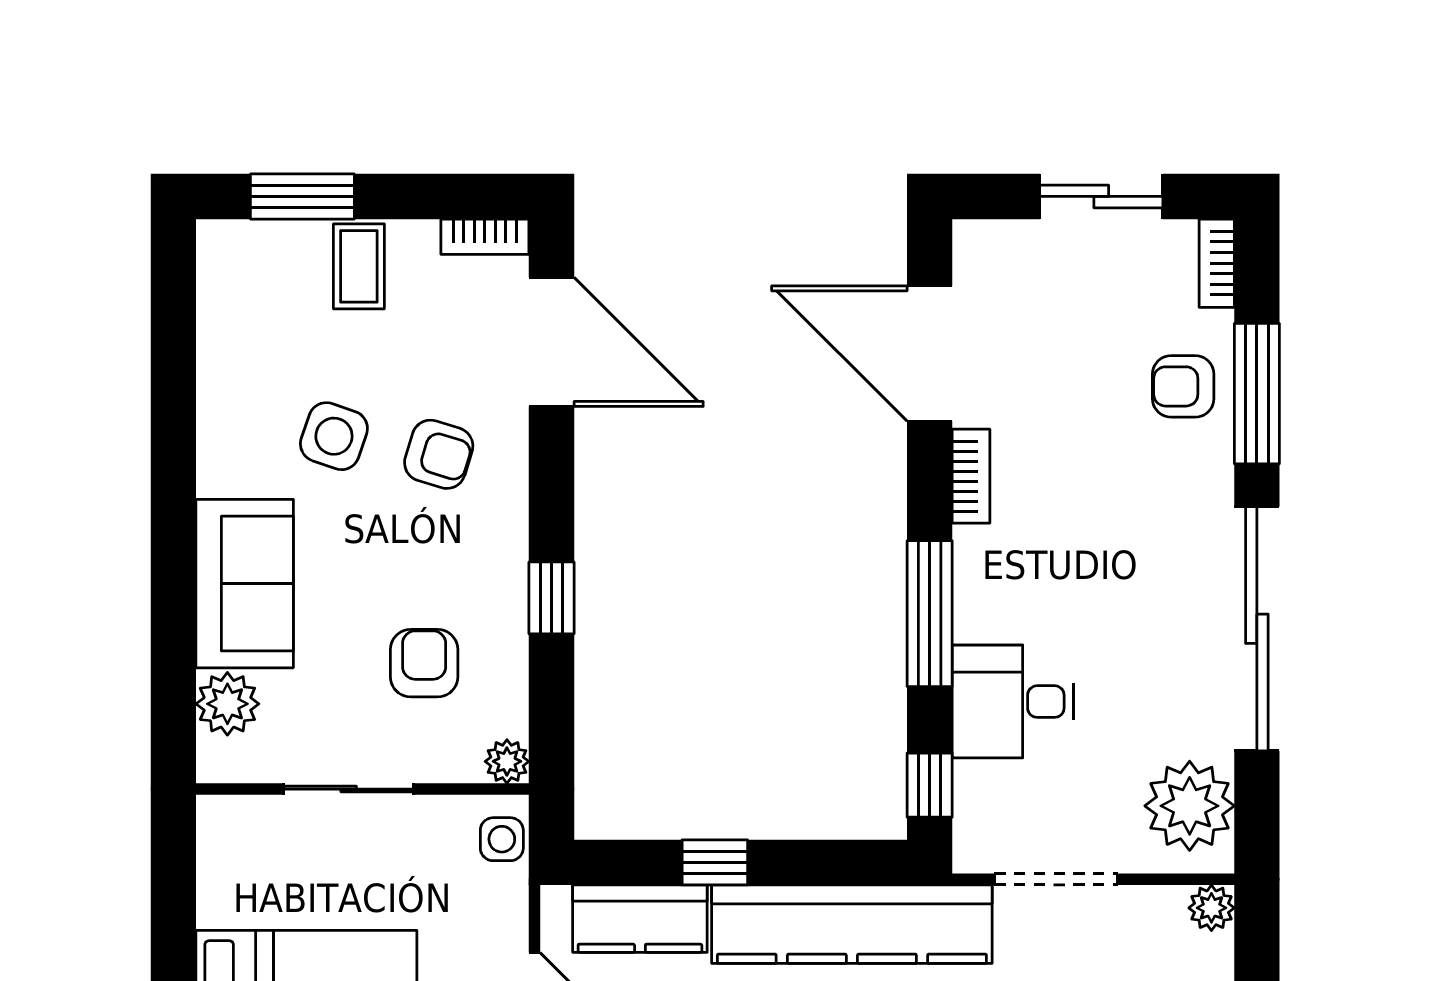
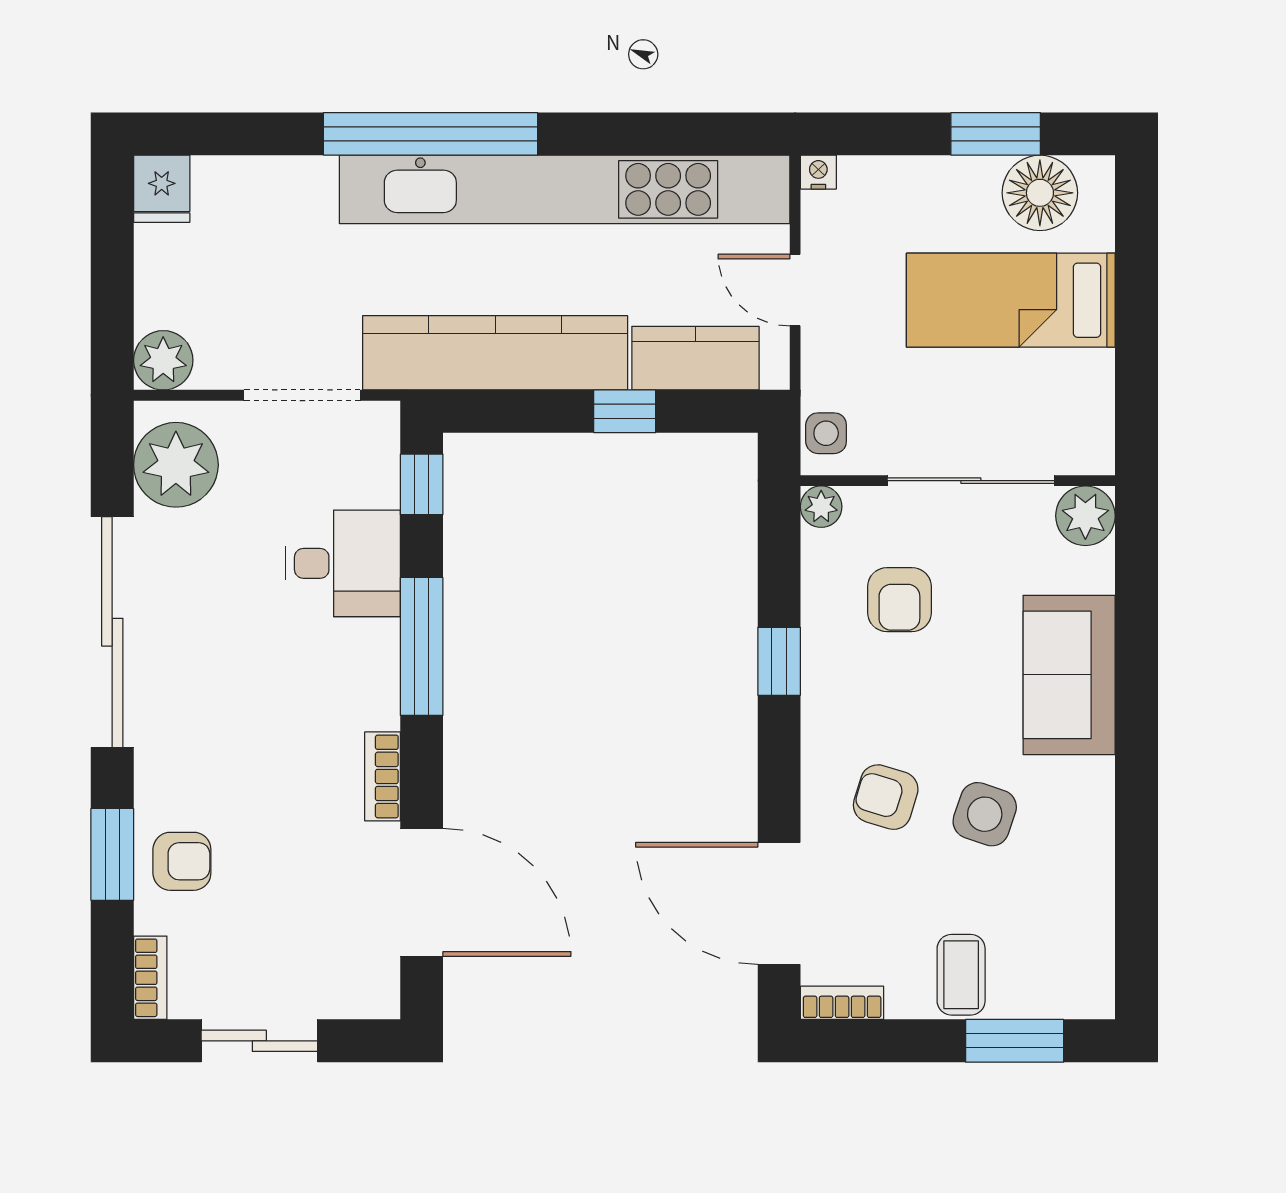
window: (1257, 394) -> (112, 854), width x0.69
plant: (227, 704) -> (1085, 516), moved
sliding door: (349, 789) -> (971, 481), width x1.37
plant: (1211, 908) -> (163, 360), width x1.38, depth x1.38

